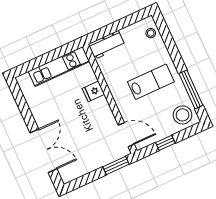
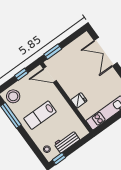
window: (137, 17) -> (59, 159), added
workbench: (106, 45) -> (67, 142), moved

